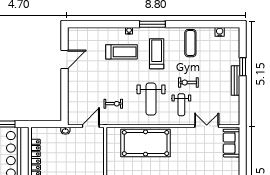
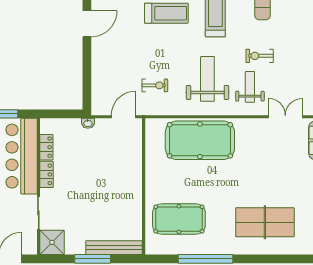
weight bench: (151, 99) -> (207, 79), turned 180
weight bench: (181, 105) -> (250, 87), turned 180

